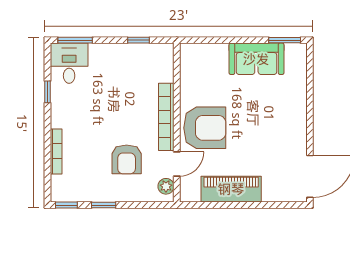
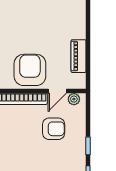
door: (177, 164) -> (57, 91), swing flipped
piano: (231, 189) -> (79, 56), width x0.73, depth x0.75

